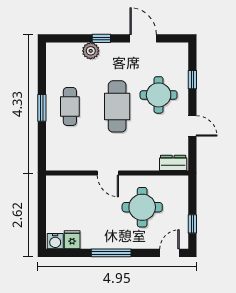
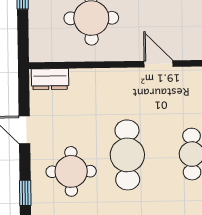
door: (108, 173) -> (158, 64), moved

